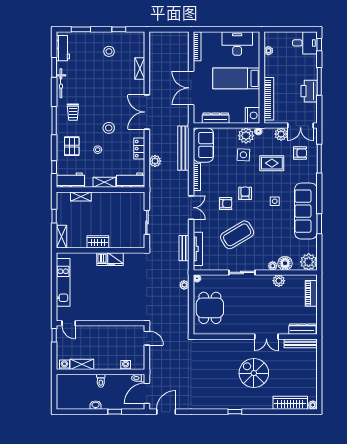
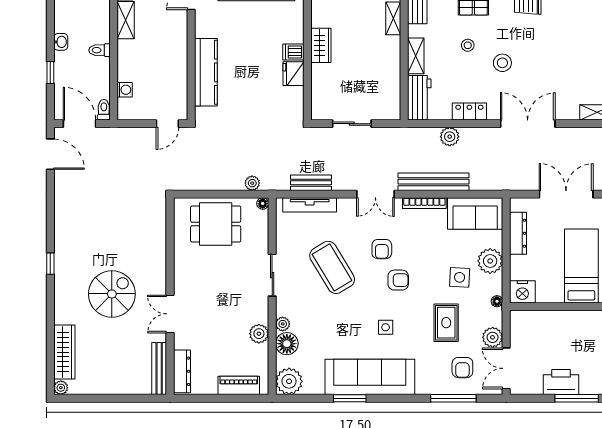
bookcase: (269, 99) -> (549, 318), removed
plant: (246, 136) -> (490, 261), moved
bench: (183, 148) -> (434, 182), moved
kitchen counter: (115, 314) -> (206, 72), added

